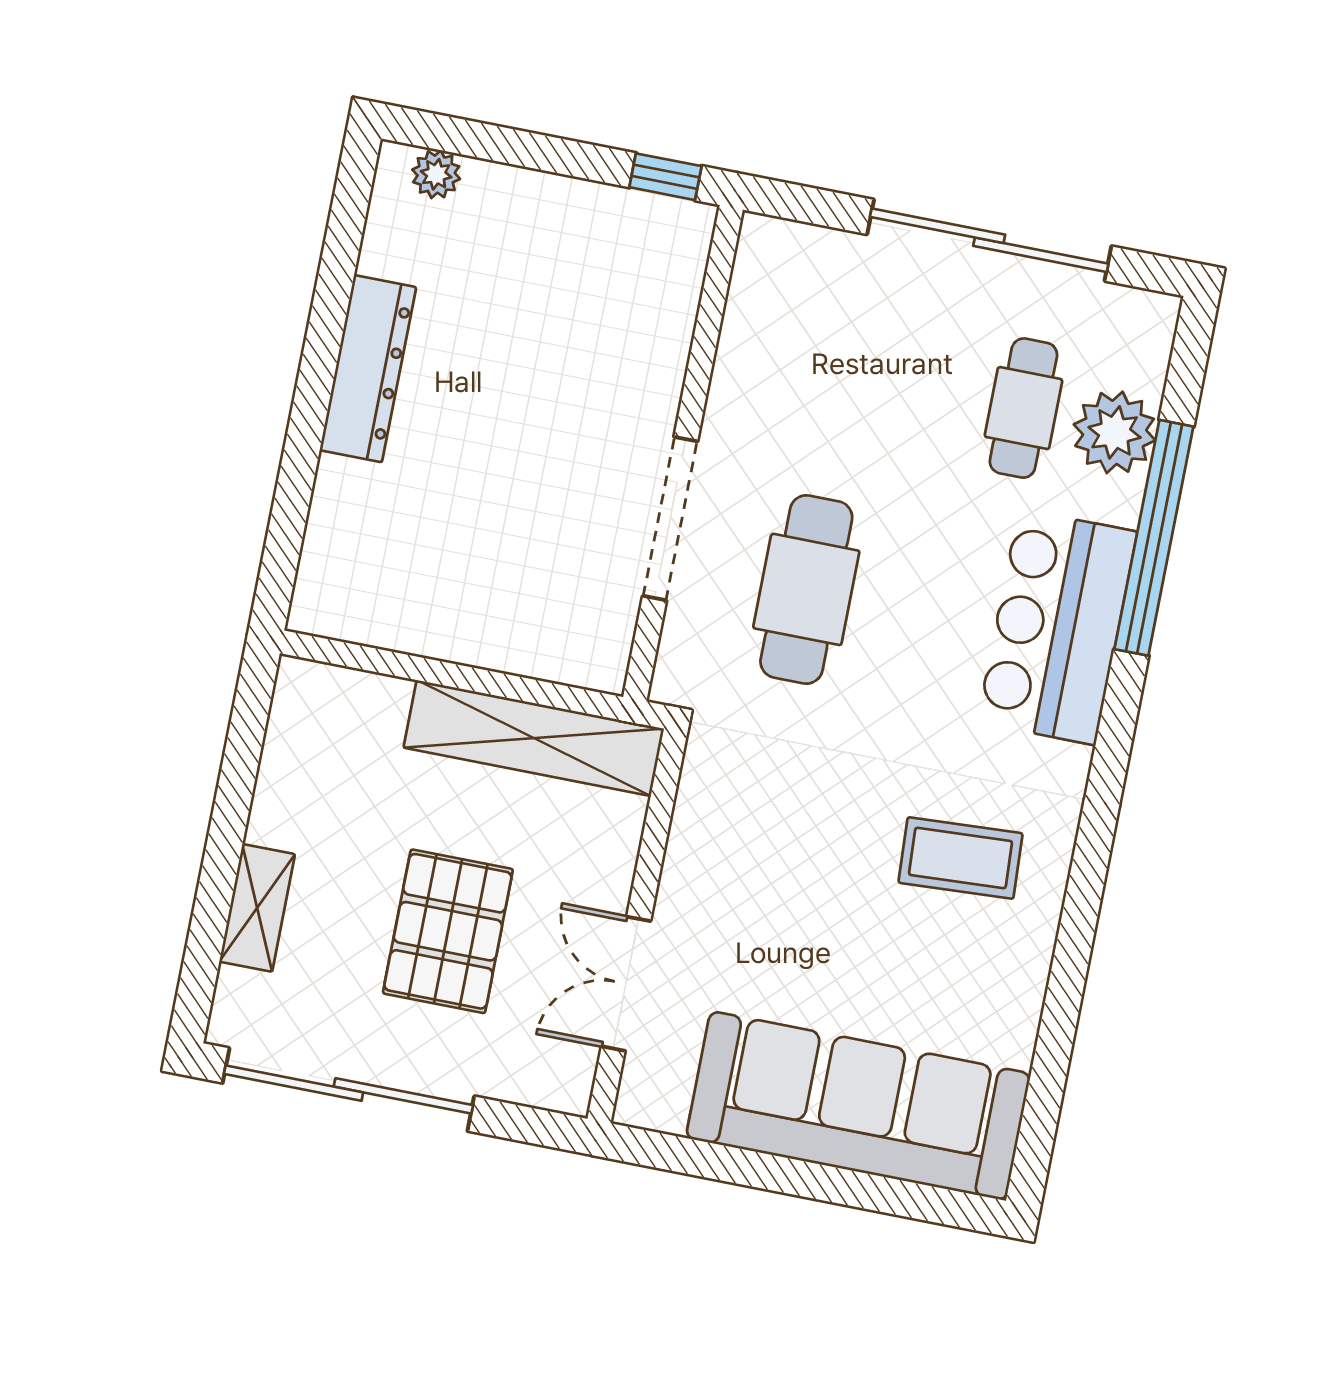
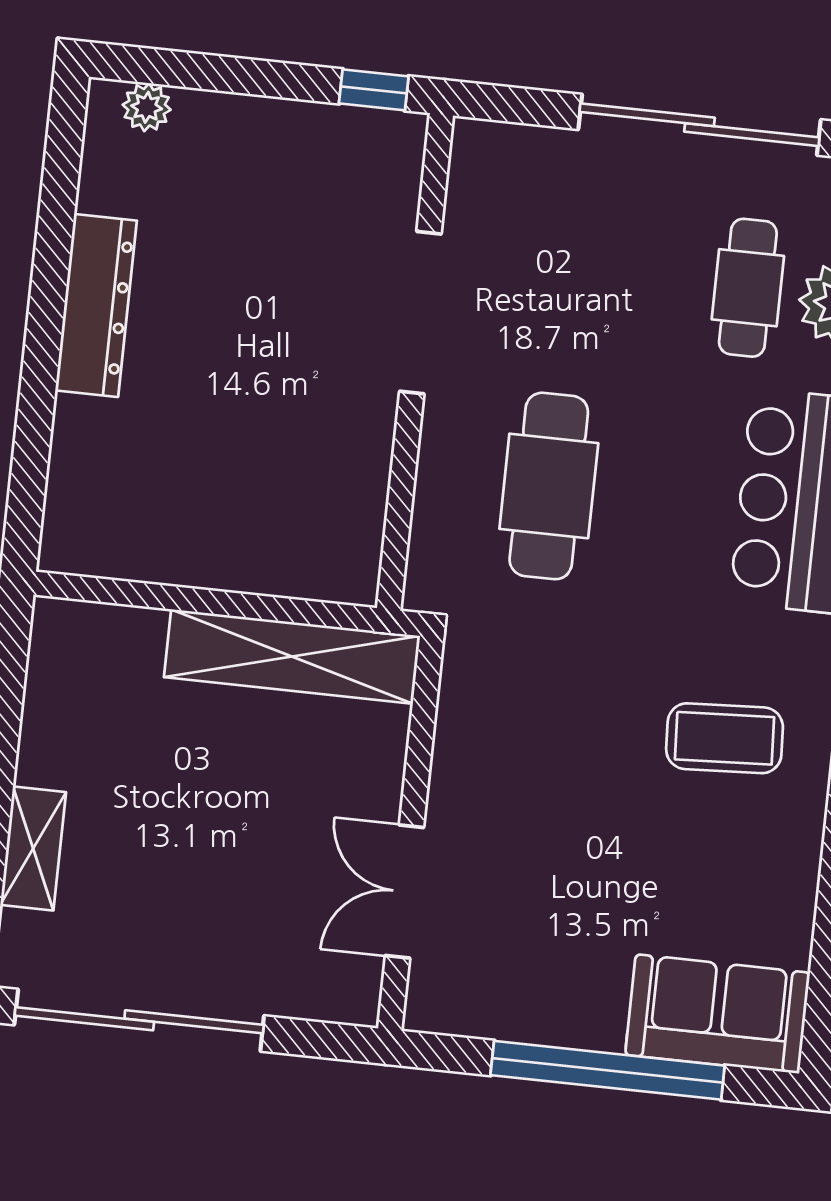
doorway: (670, 519) -> (420, 313), moved
pallet: (448, 931) -> (224, 855), removed
sofa: (858, 1106) -> (718, 1014), width x0.54, depth x0.79
window: (814, 1181) -> (608, 1070), added

